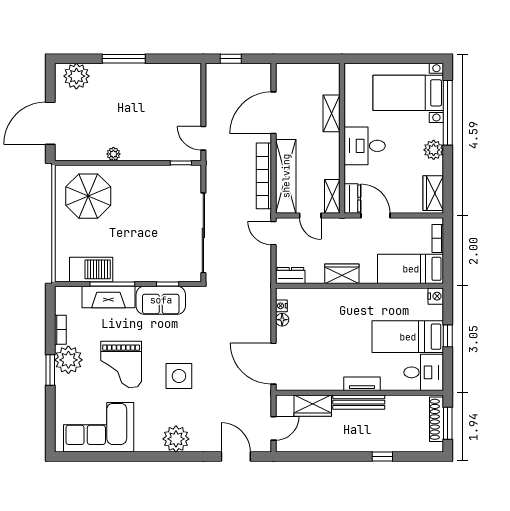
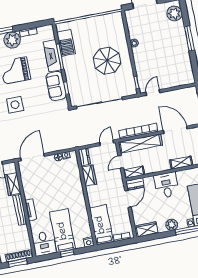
parasol: (88, 196) -> (107, 61), moved
wardrobe: (342, 274) -> (89, 176), moved

